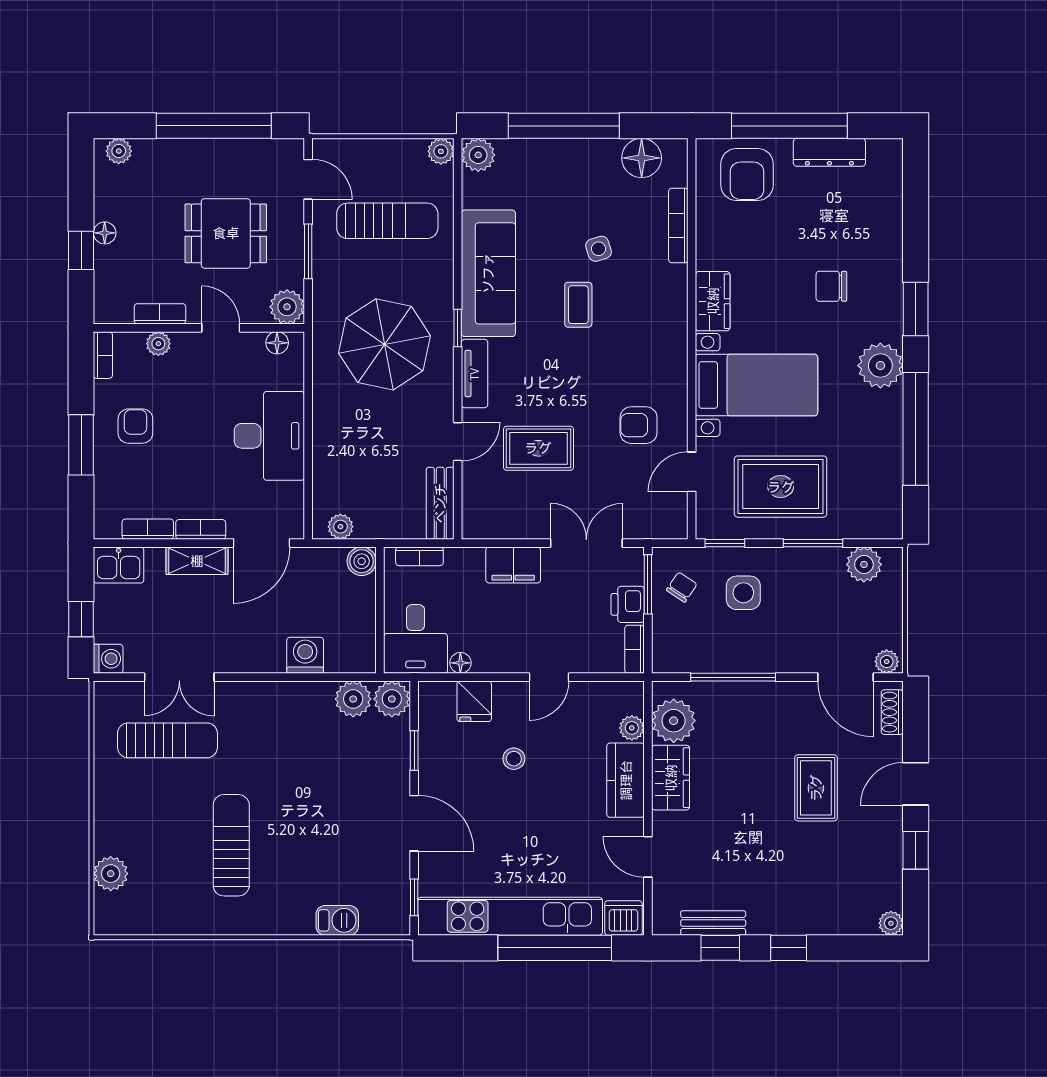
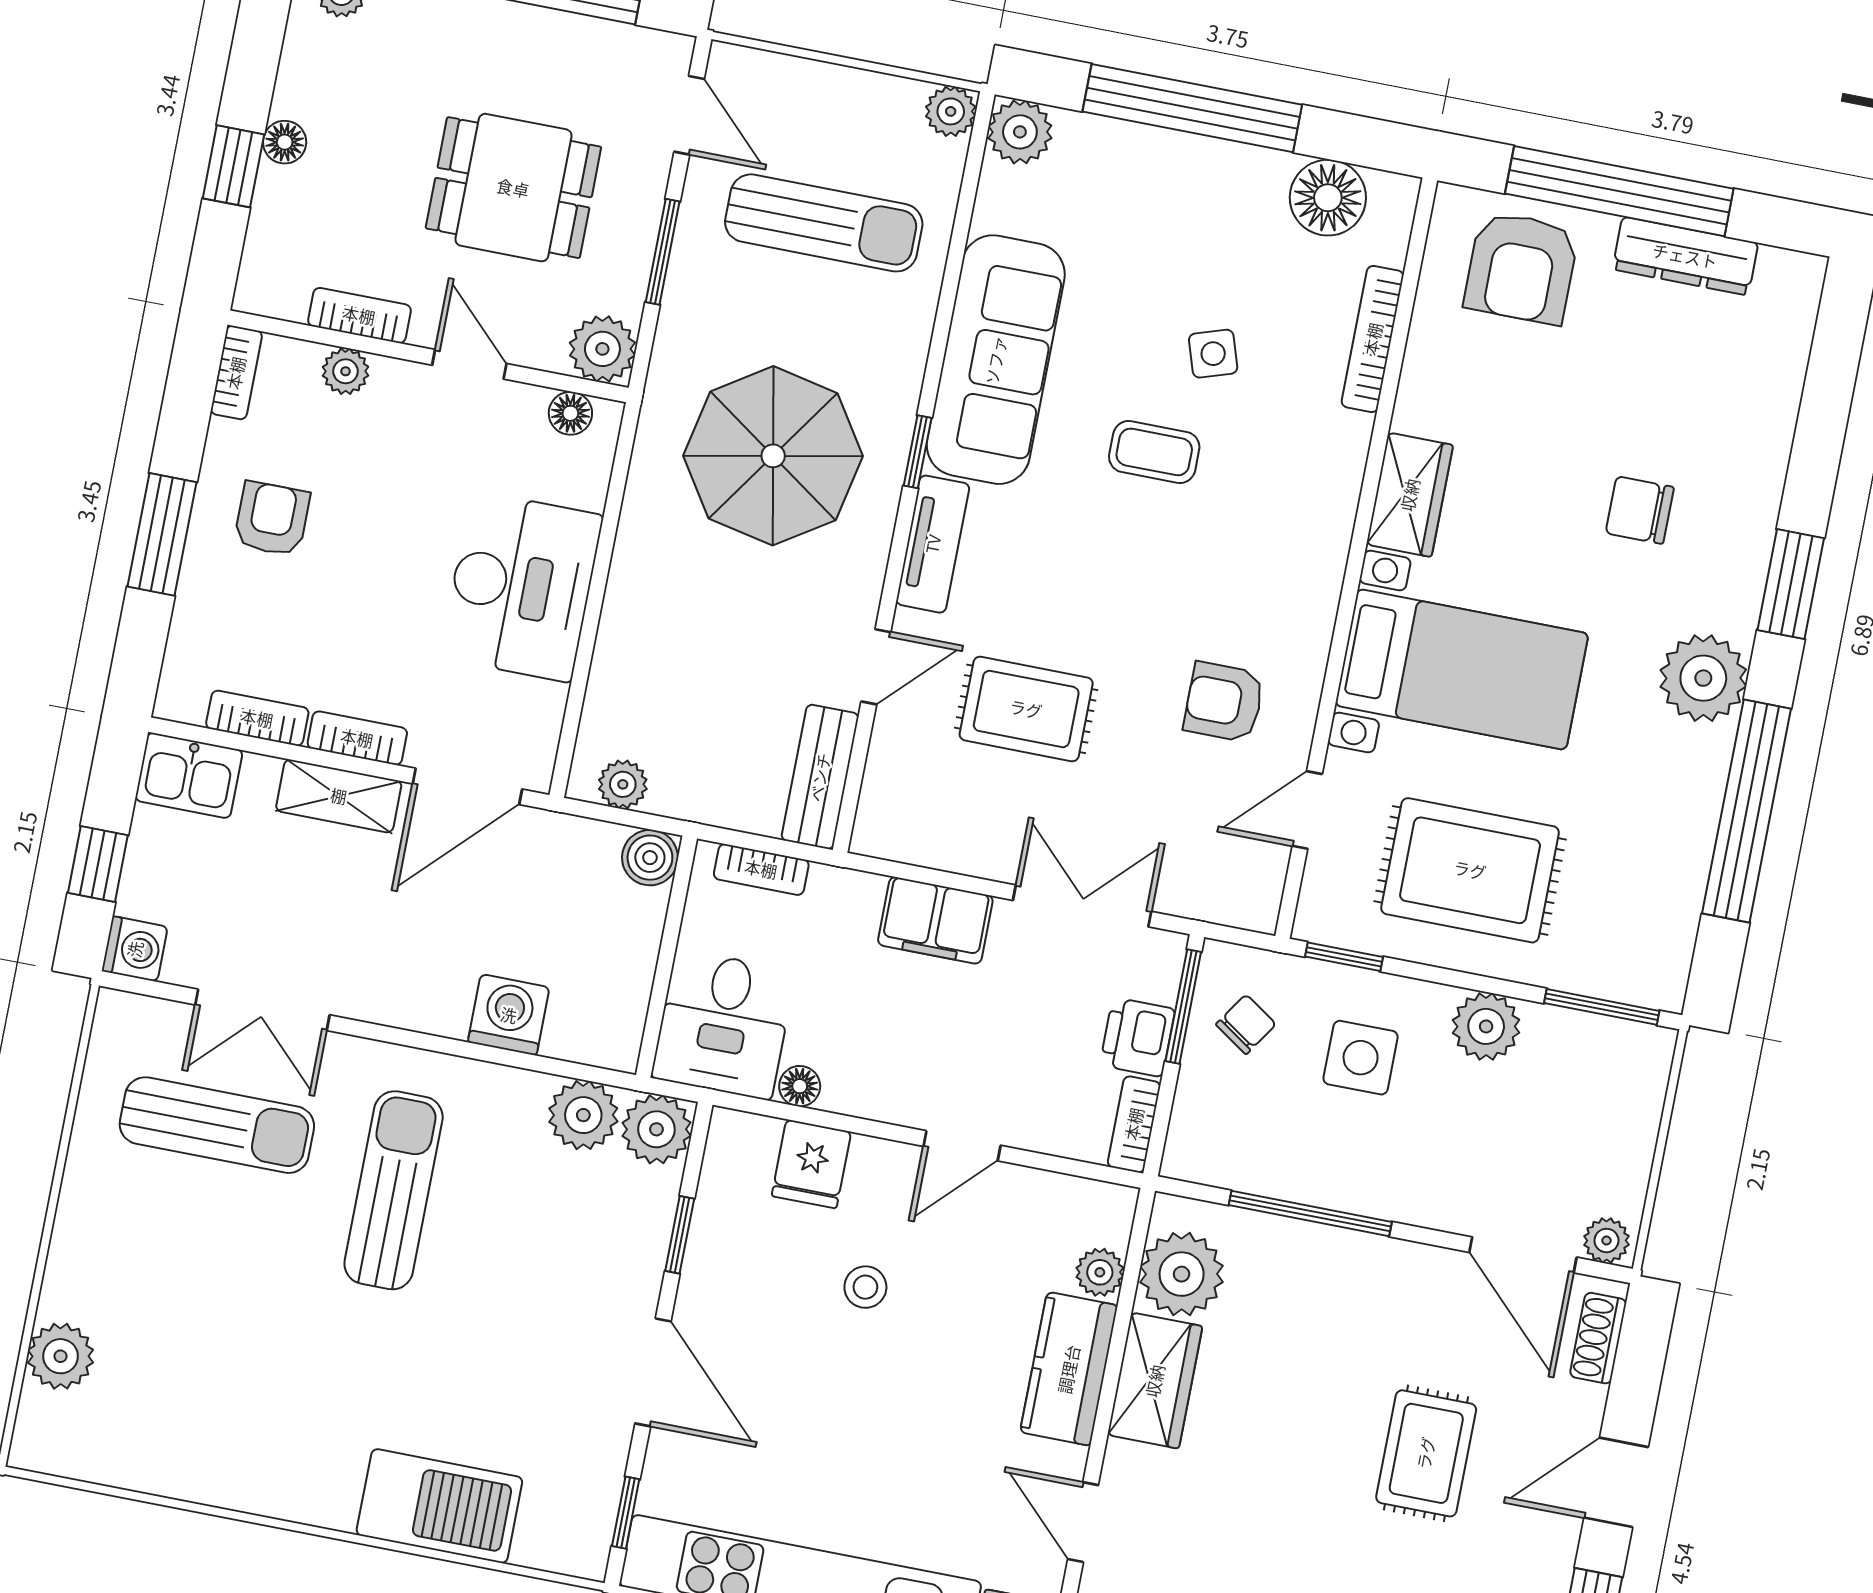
coffee table: (578, 305) -> (1154, 452), turned 90
window: (813, 543) -> (1602, 1007), moved
plant: (864, 564) -> (1486, 1026), moved
sun lounger: (231, 845) -> (394, 1190), moved
barbecue: (337, 920) -> (439, 1506), width x1.88, depth x1.53

